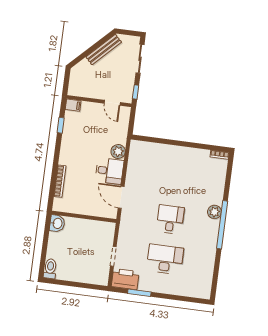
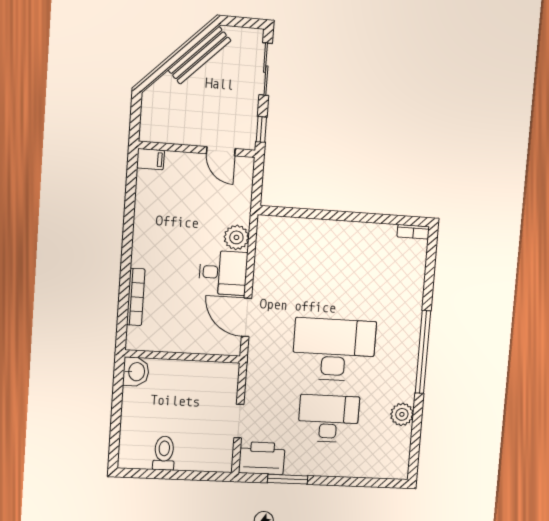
window: (61, 125) -> (130, 197), removed
plant: (214, 212) -> (402, 414), moved
desk: (170, 219) -> (334, 350), width x1.87, depth x1.30
toilet: (50, 269) -> (164, 453), moved

